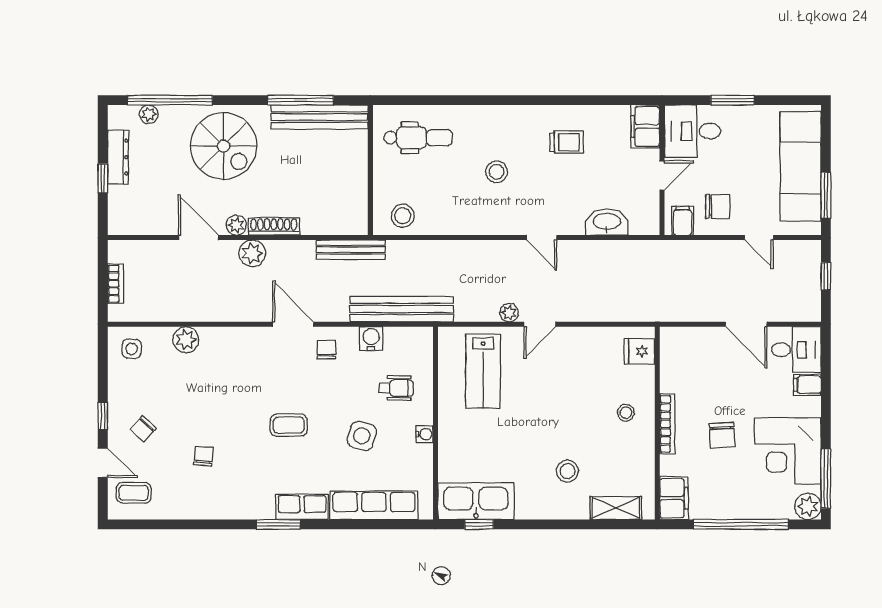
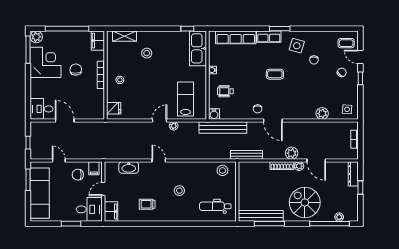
dresser: (118, 157) -> (353, 174), moved
water cooler: (371, 339) -> (214, 114), moved
filing cabinet: (807, 385) -> (36, 93), removed
side table: (362, 436) -> (297, 46), moved
kitchen sink: (476, 501) -> (198, 48), moved, turned 90

